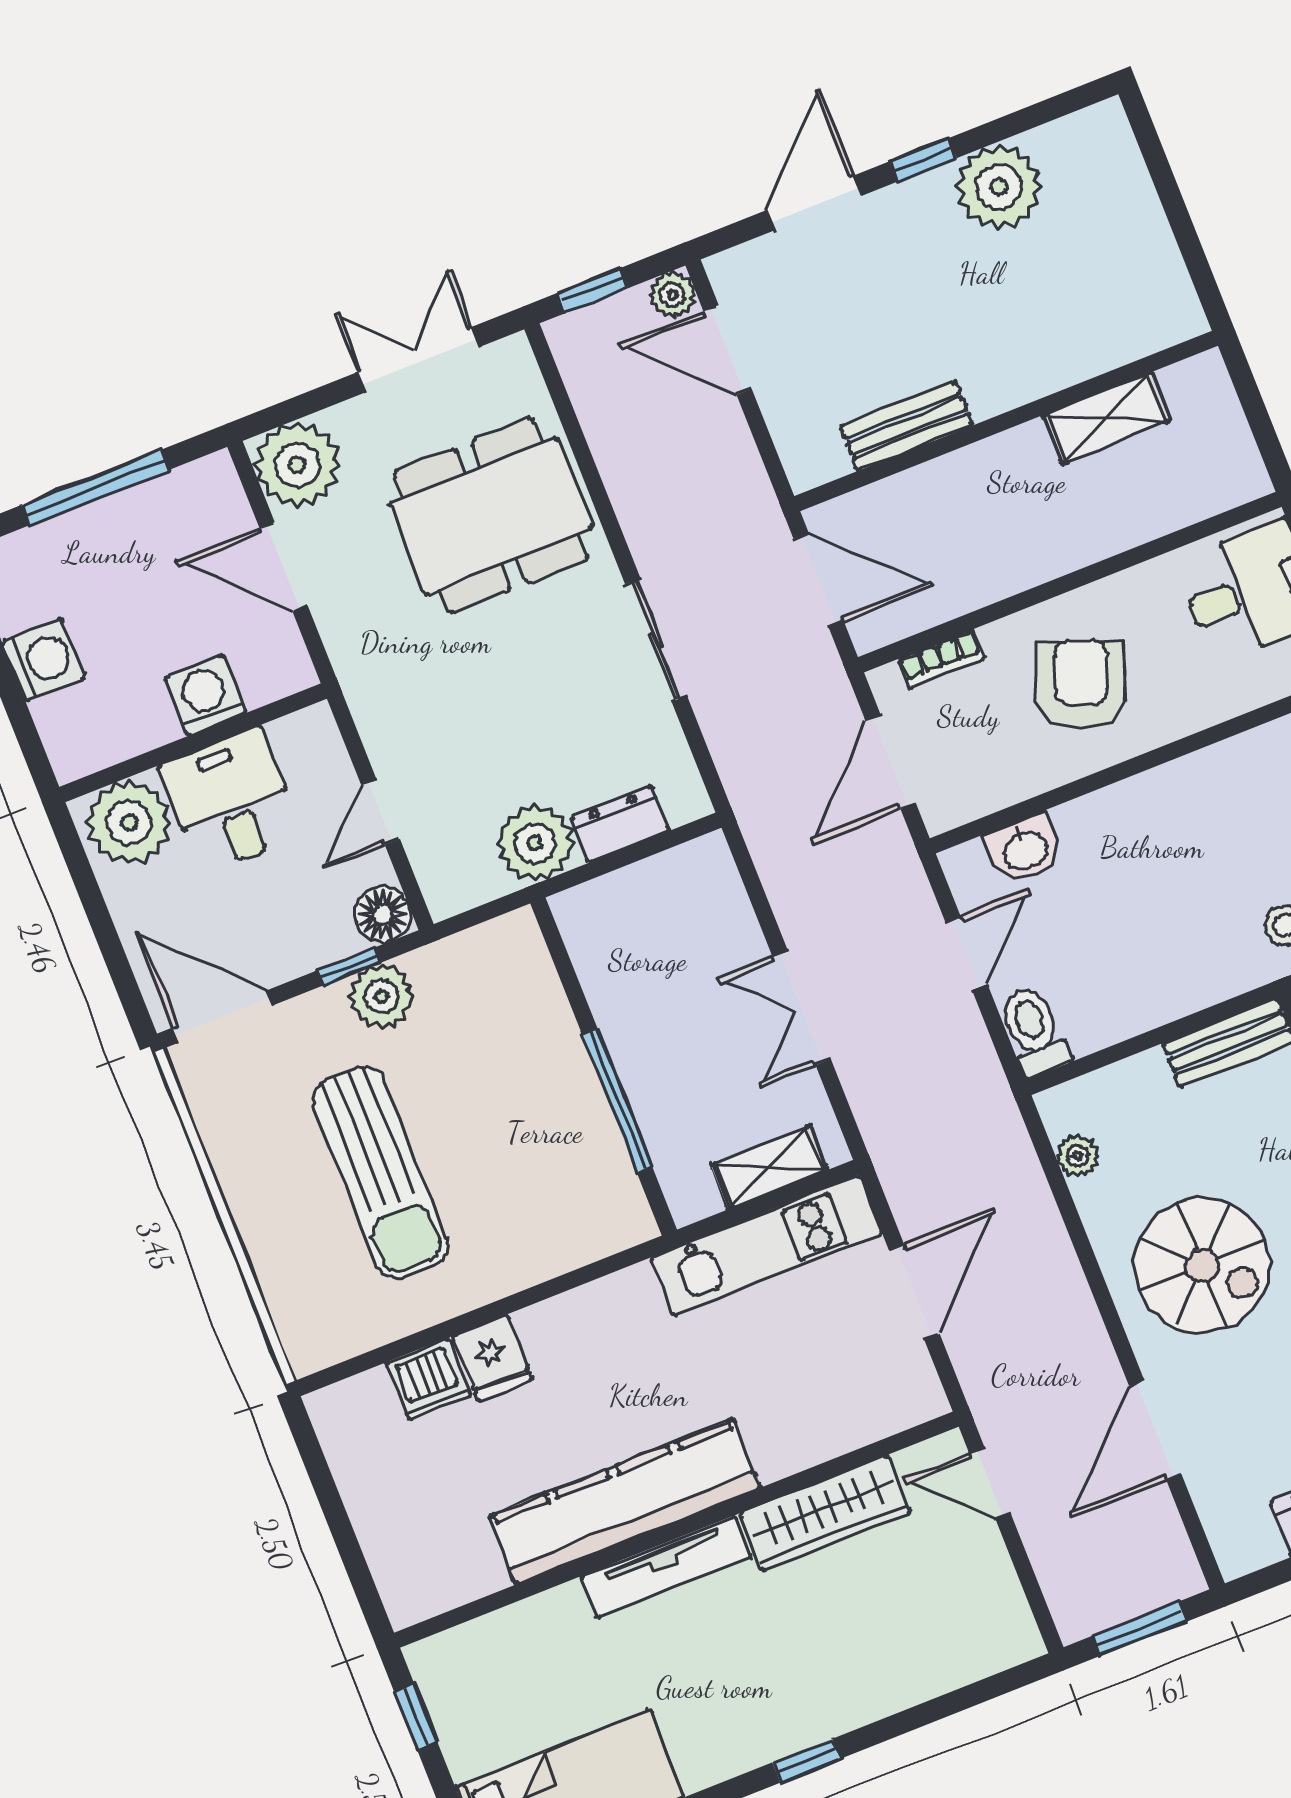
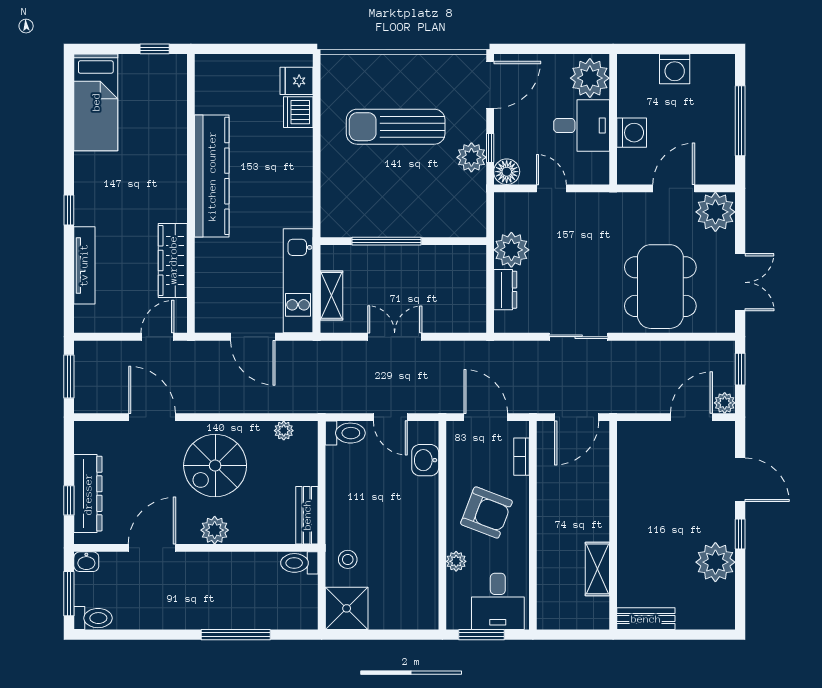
bench: (907, 426) -> (646, 619), moved, turned 90
plant: (1203, 707) -> (456, 561), added
fridge: (492, 1358) -> (297, 81), moved
tv unit: (666, 1567) -> (84, 265), moved, turned 180

